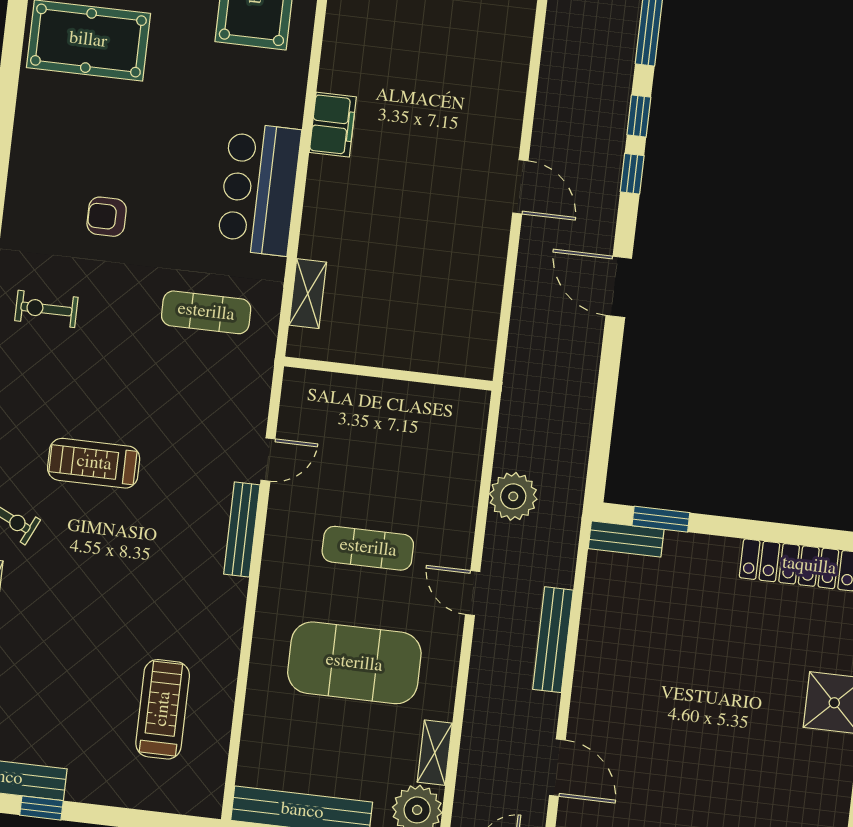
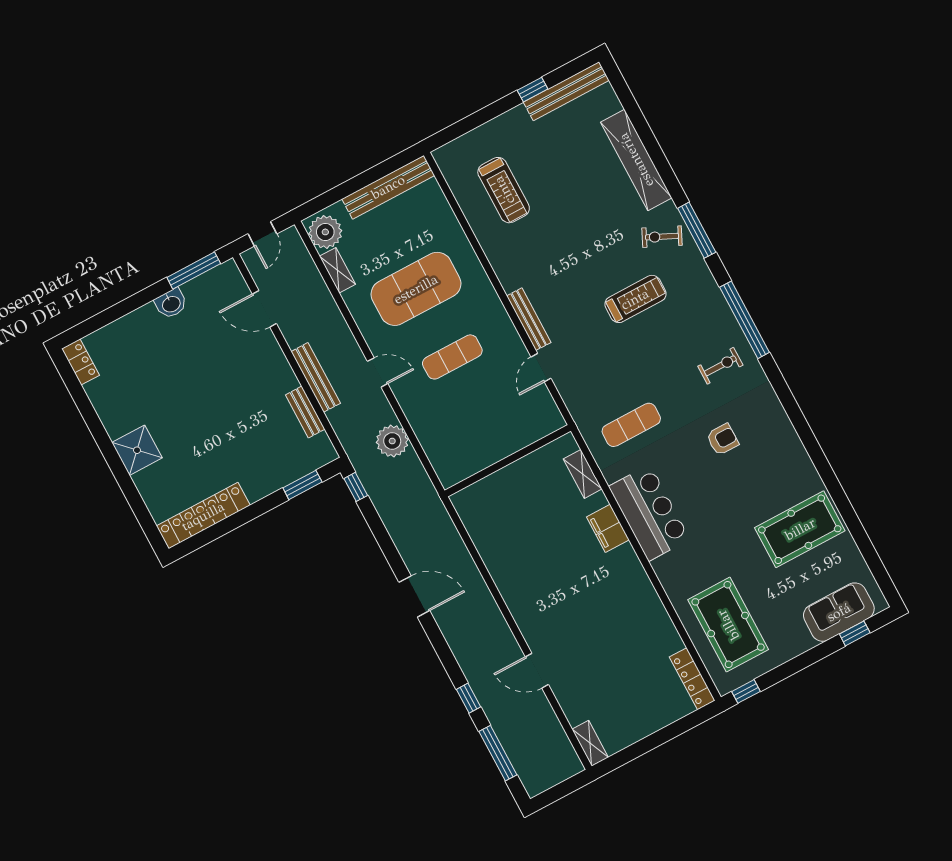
filing cabinet: (333, 125) -> (608, 528), moved
window: (632, 174) -> (356, 487), moved
door: (520, 187) -> (537, 671), moved
bench: (626, 539) -> (305, 412), moved, turned 90

